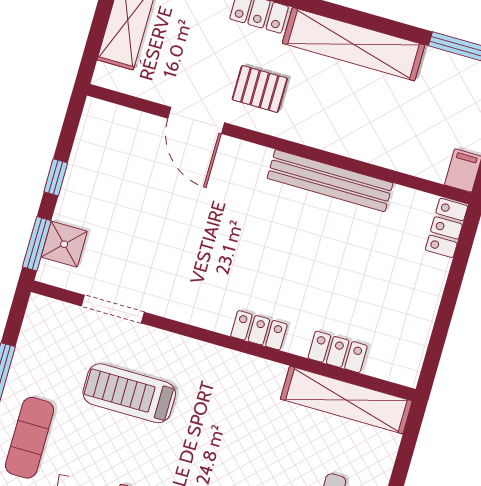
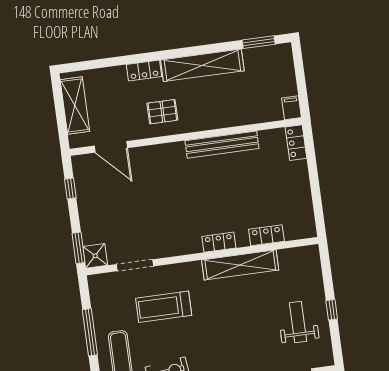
door: (196, 120) -> (111, 147), moved
window: (56, 177) -> (70, 188), moved
shower: (64, 244) -> (95, 256), moved
shelving: (346, 400) -> (240, 265), moved

